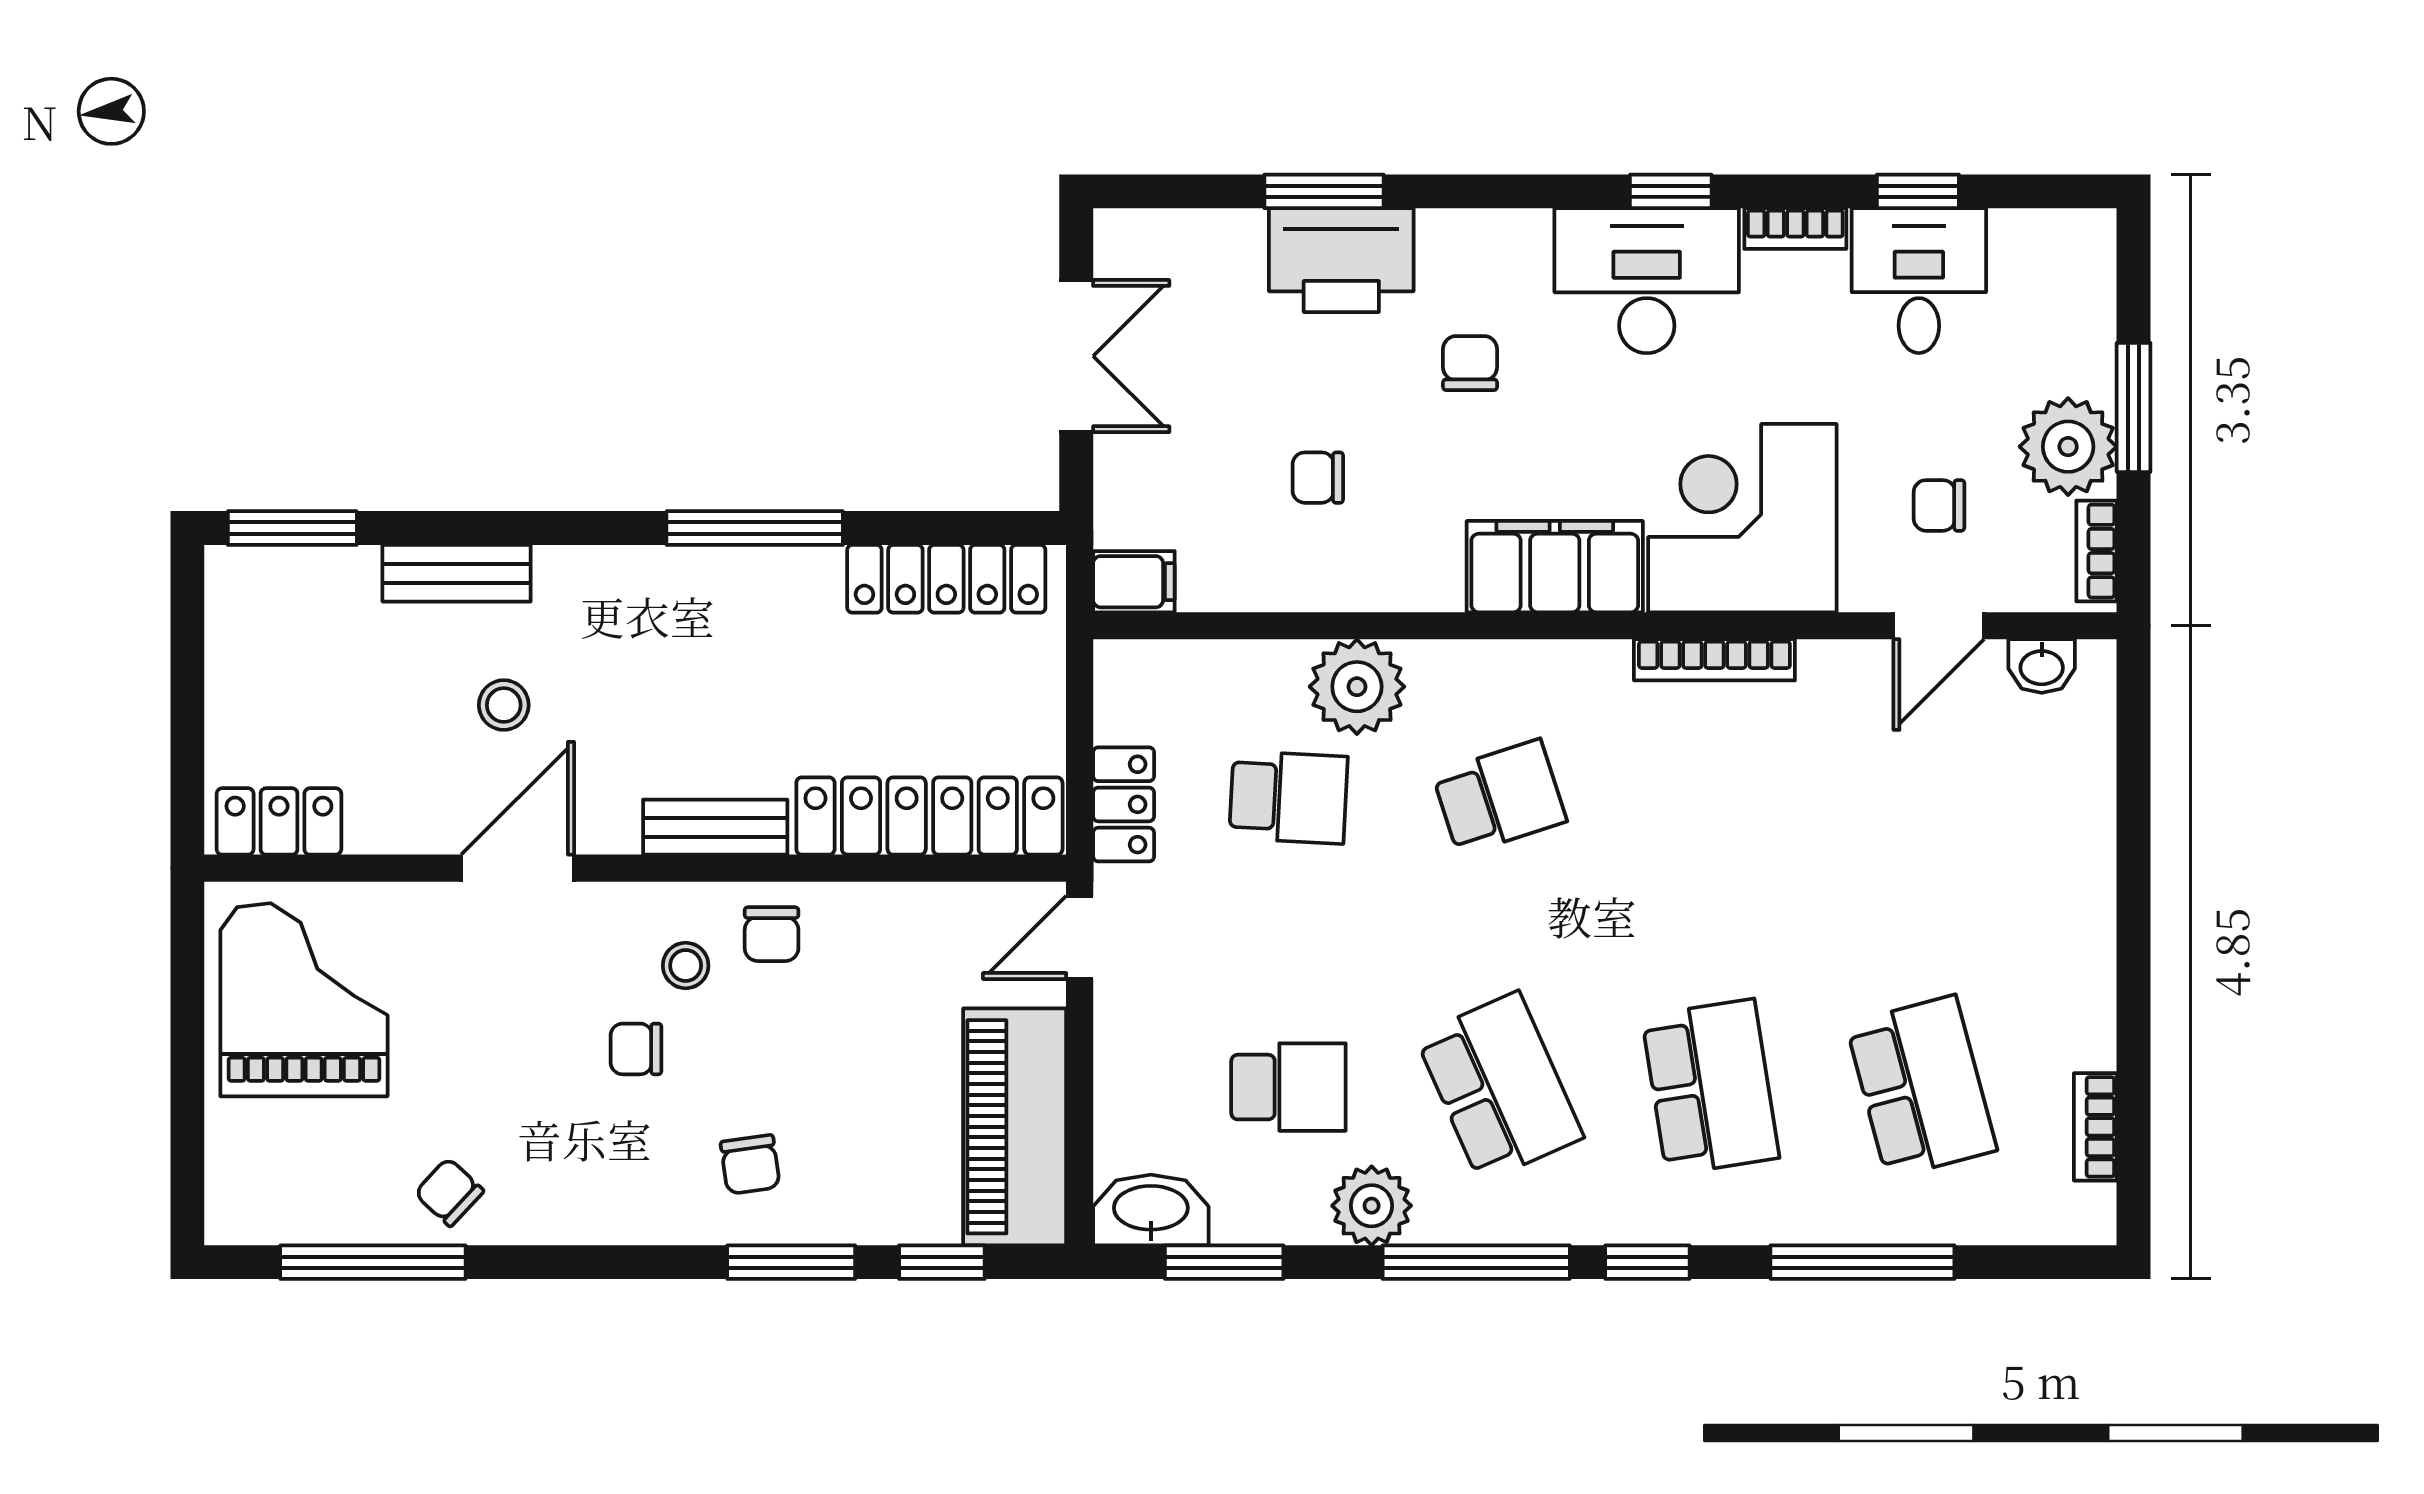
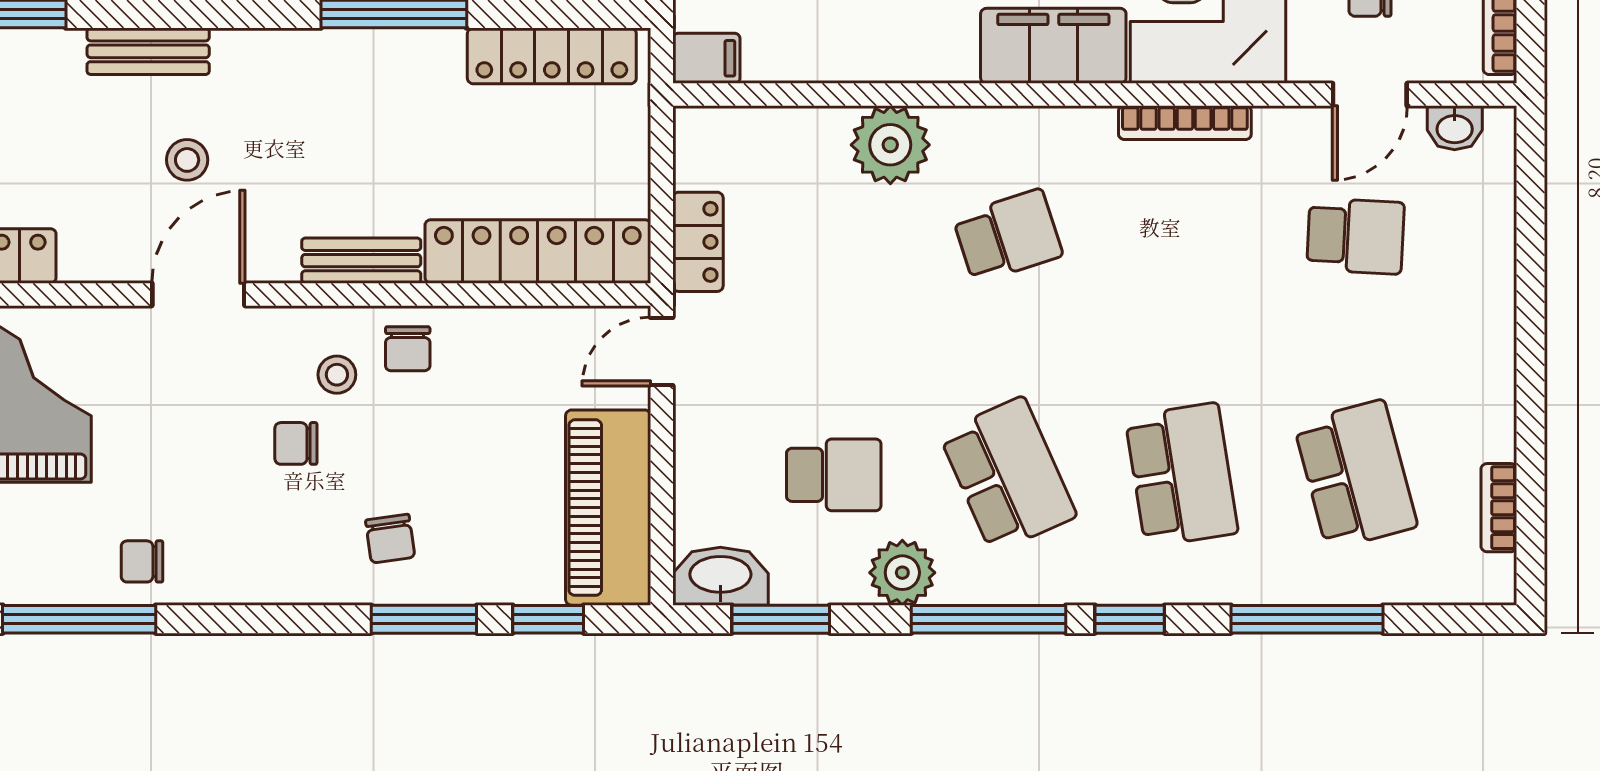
school desk: (1288, 797) -> (1355, 236), moved
chair: (449, 1192) -> (142, 561), turned -43

